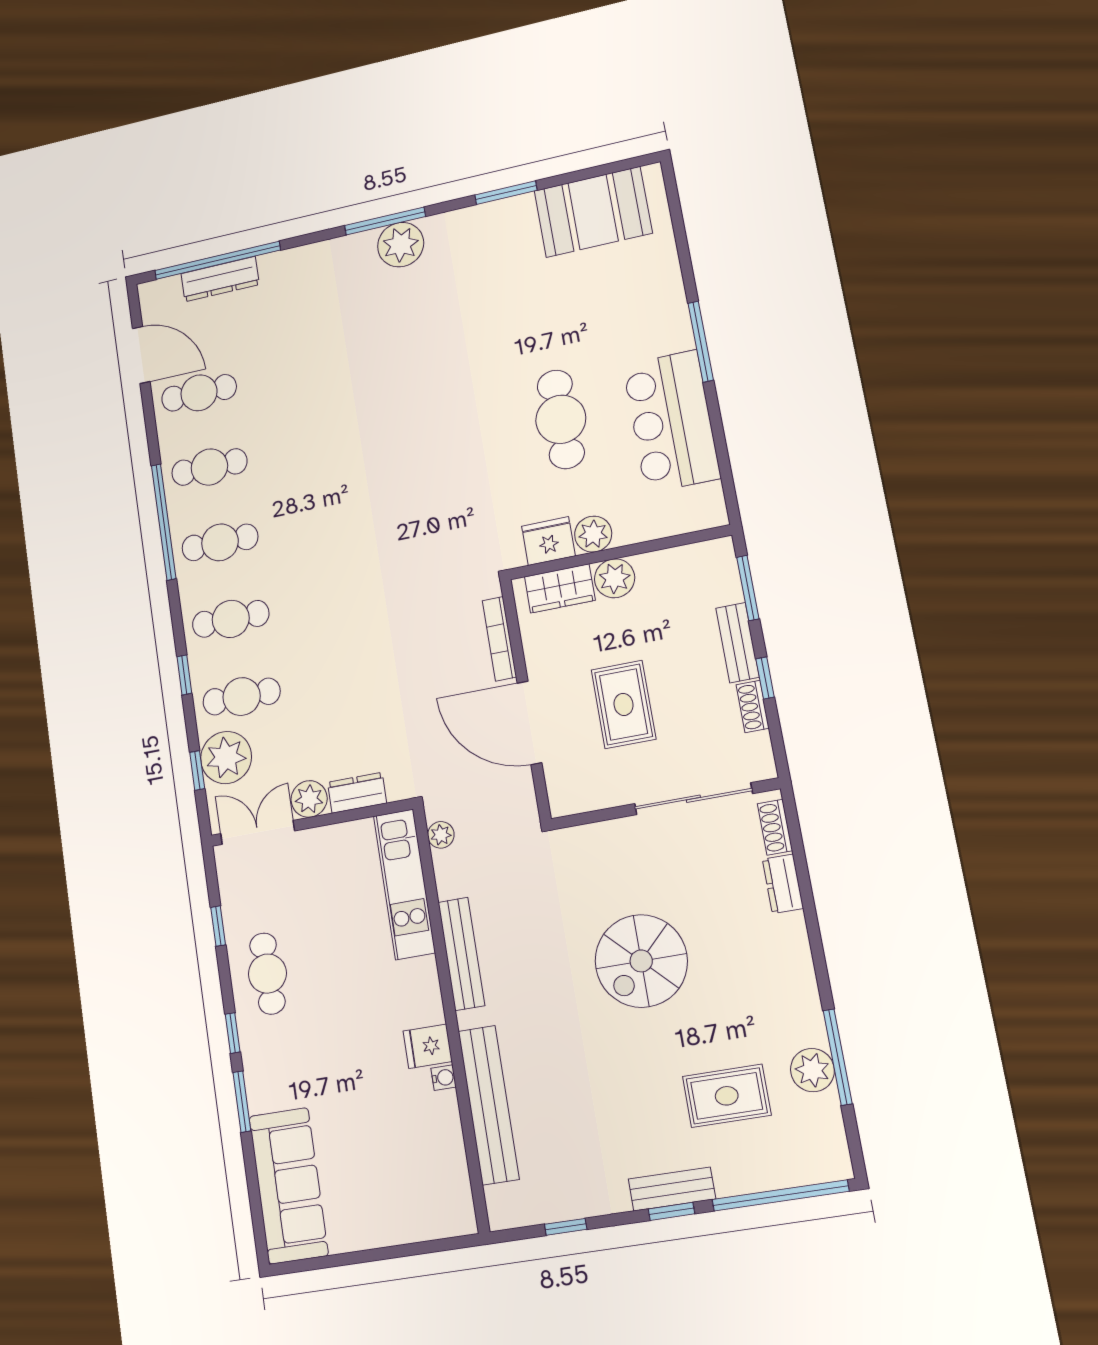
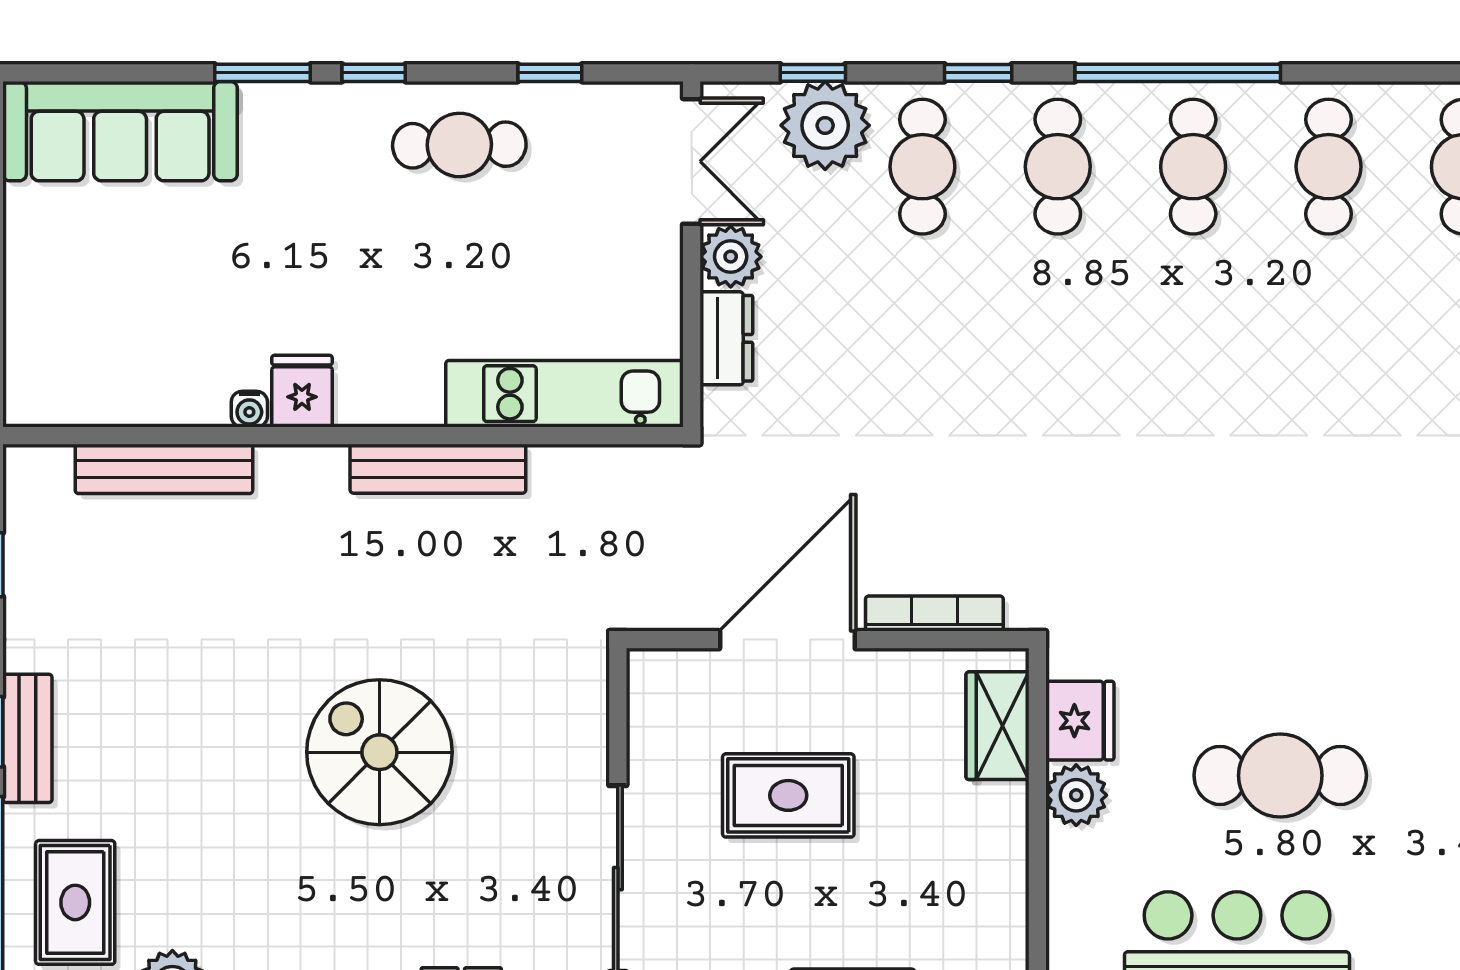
window: (164, 522) -> (1178, 73), moved
plant: (615, 578) -> (996, 817), removed
plant: (441, 835) -> (633, 466), removed
rug: (727, 1096) -> (75, 902), moved
bench: (489, 1105) -> (164, 469), width x0.73, depth x0.82

